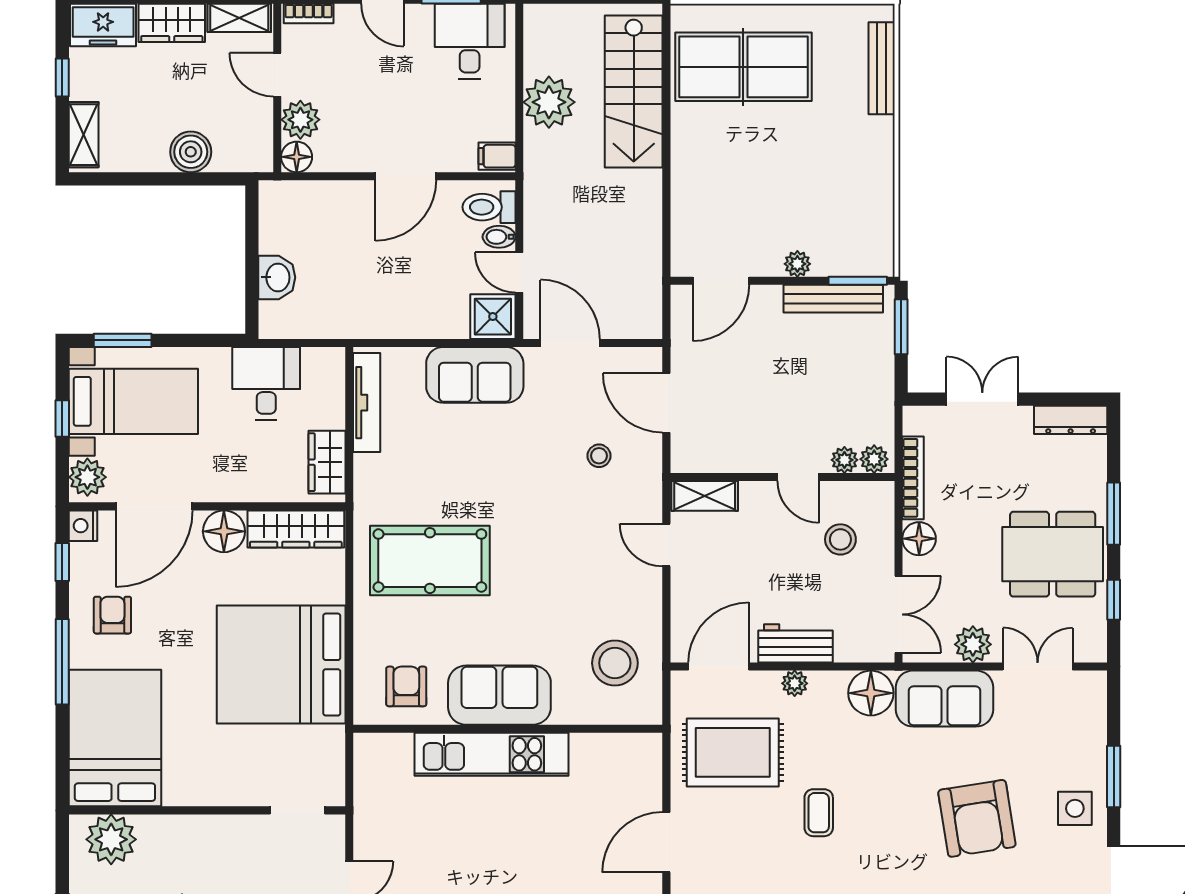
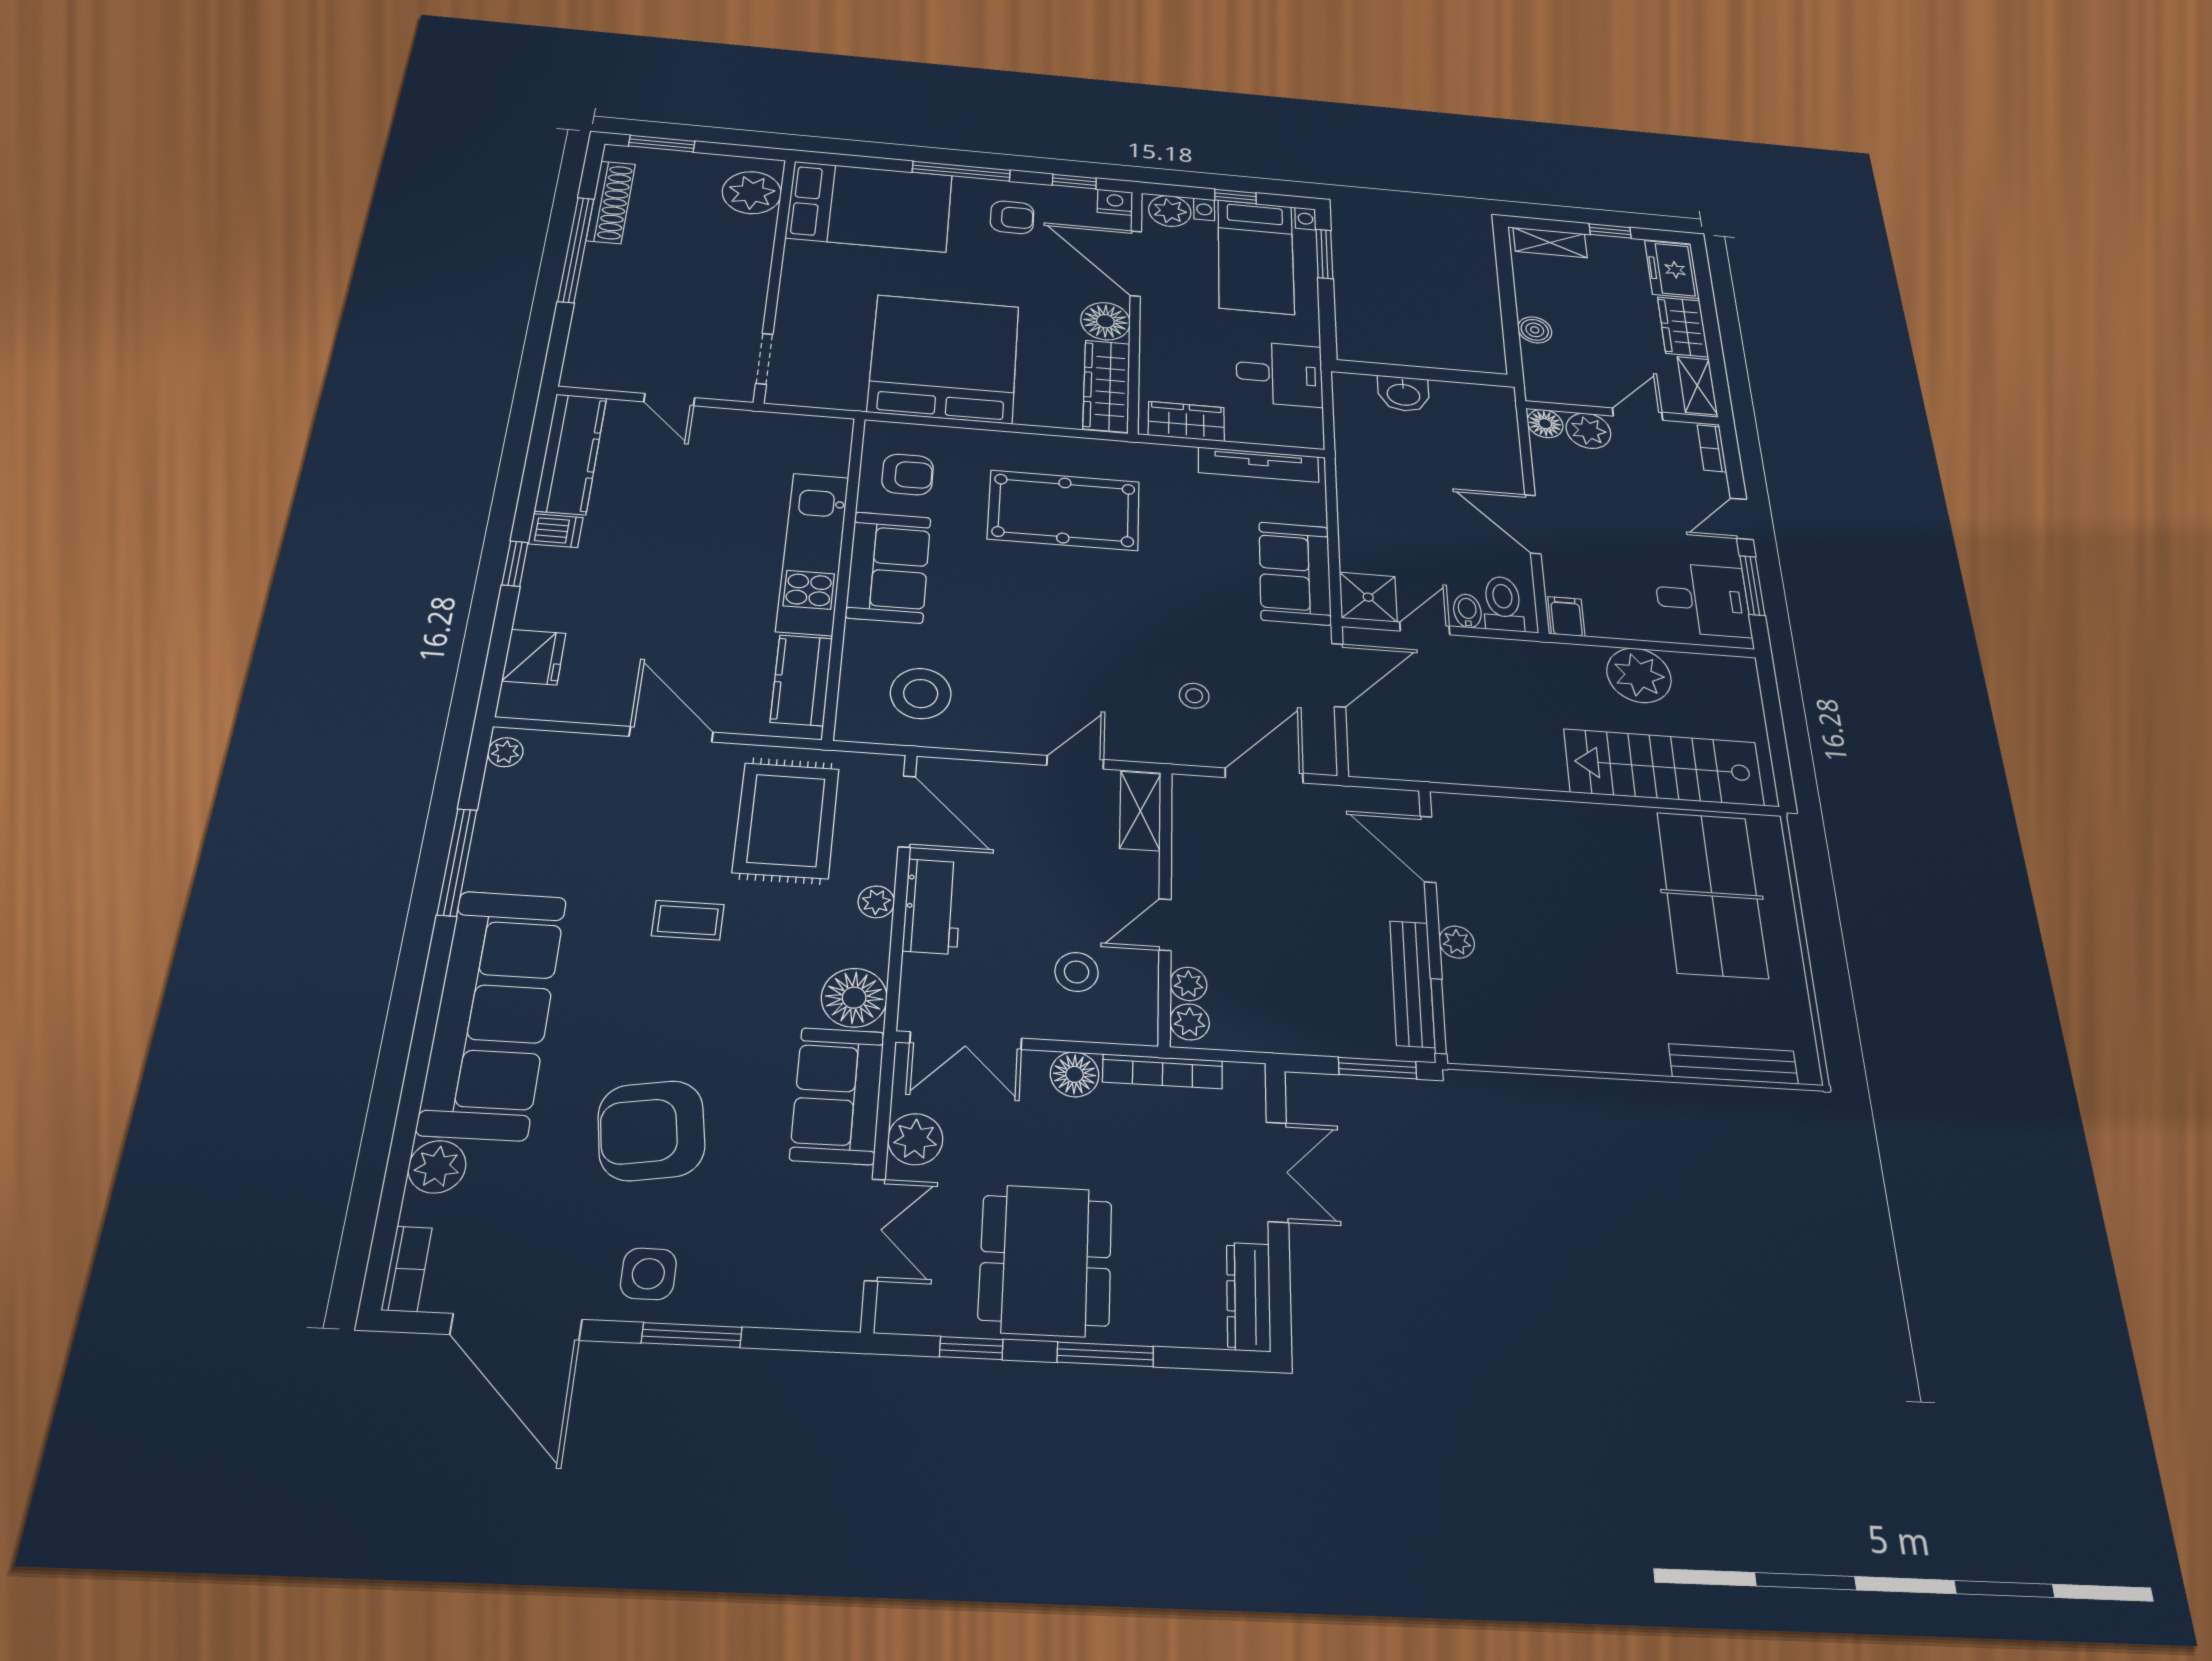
boiler: (191, 152) -> (1535, 330), width x0.73, depth x0.73
pool table: (430, 561) -> (1064, 510), turned 90
kitchen counter: (610, 752) -> (802, 680), added

